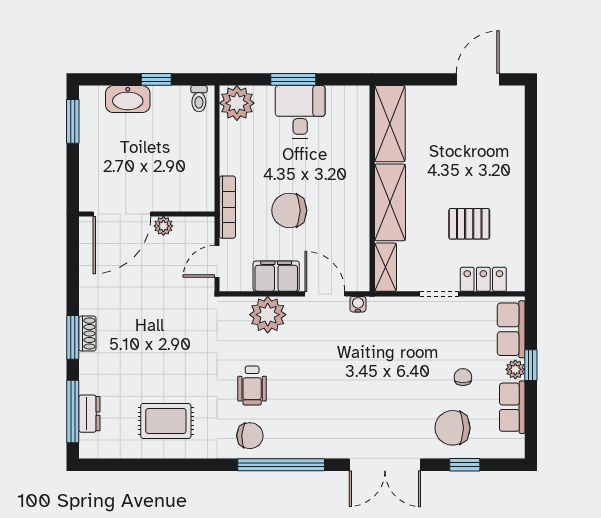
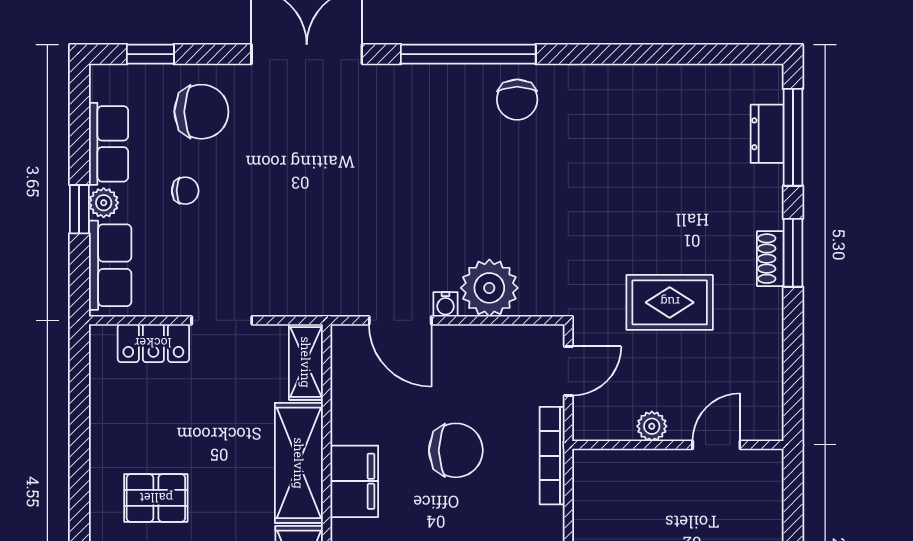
door: (122, 214) -> (716, 445), width x0.53
pallet: (469, 224) -> (156, 498), moved
filing cabinet: (276, 276) -> (354, 481), moved, turned -90
water cooler: (358, 304) -> (445, 304), moved
chair: (463, 377) -> (185, 191), turned -90
wheelchair: (252, 385) -> (514, 178), removed
rug: (166, 421) -> (670, 302), moved
chair: (250, 436) -> (517, 100), turned -93
window: (465, 465) -> (150, 54), moved

